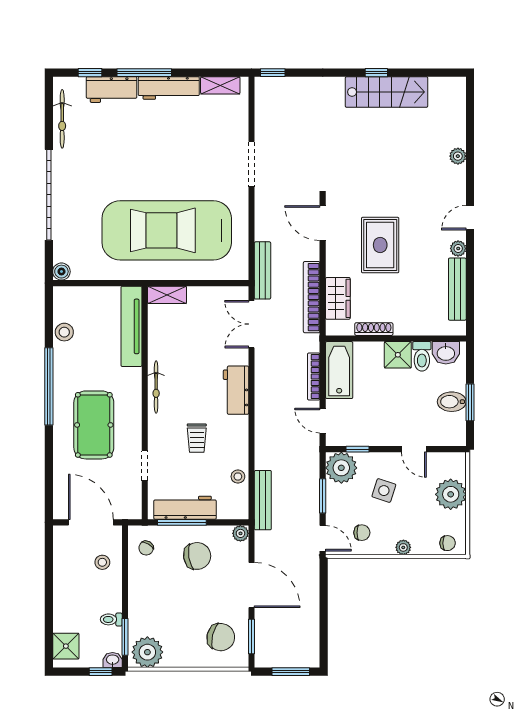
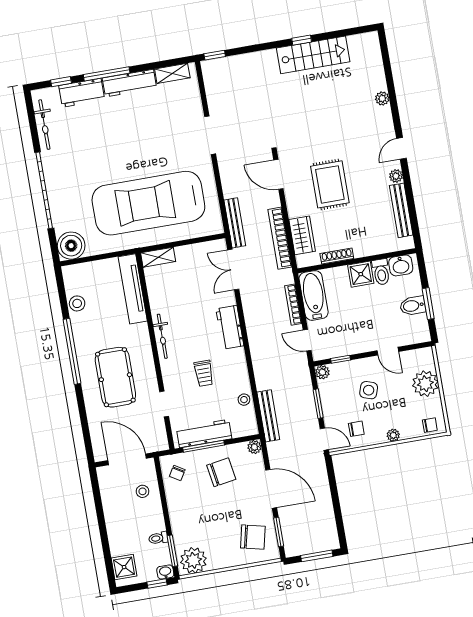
boiler: (61, 272) -> (71, 246), width x1.86, depth x1.86
plant: (341, 468) -> (322, 372), width x0.53, depth x0.53

